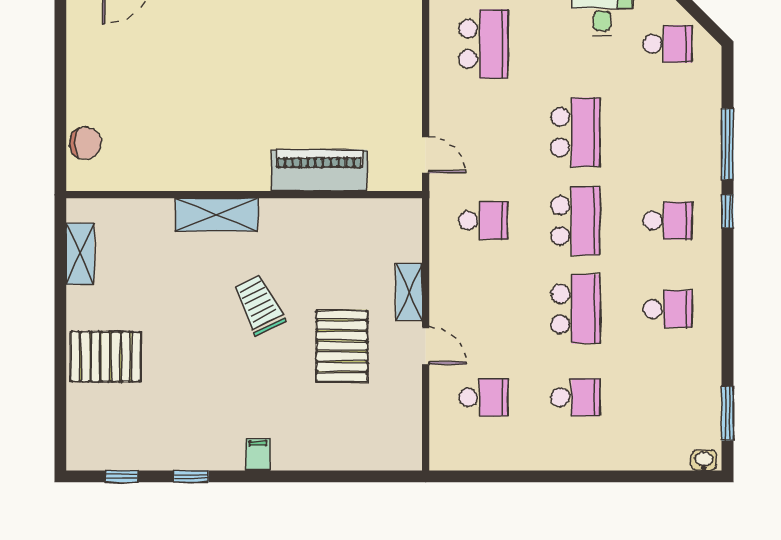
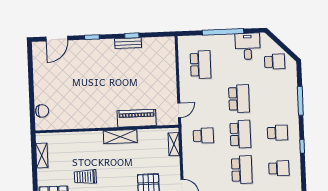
door: (426, 155) -> (179, 110), hinge flipped
window: (728, 211) -> (302, 146), moved
shelving: (217, 215) -> (120, 137), moved
shelving: (409, 292) -> (174, 144), moved
trolley: (259, 305) -> (85, 177), moved, turned -64

